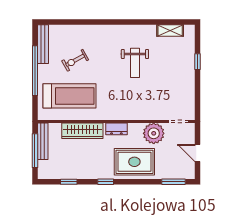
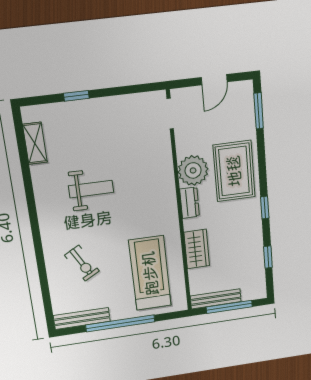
exercise bike: (75, 60) -> (82, 263), moved
wardrobe: (82, 131) -> (197, 249), width x0.67
plant: (154, 133) -> (193, 170), moved

